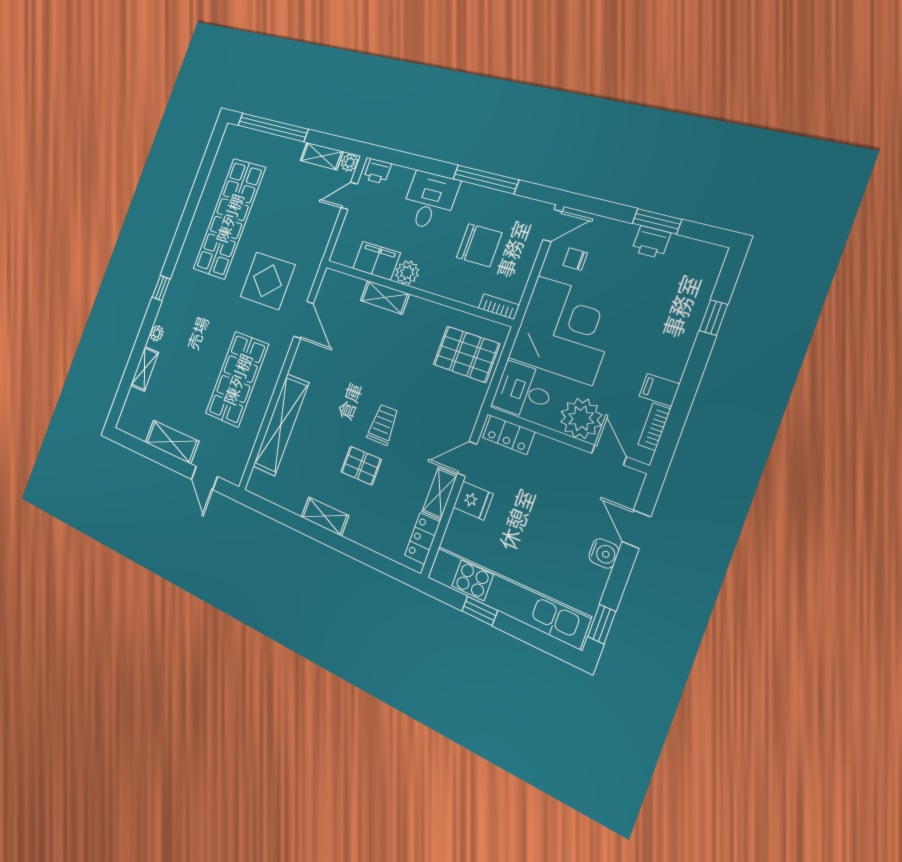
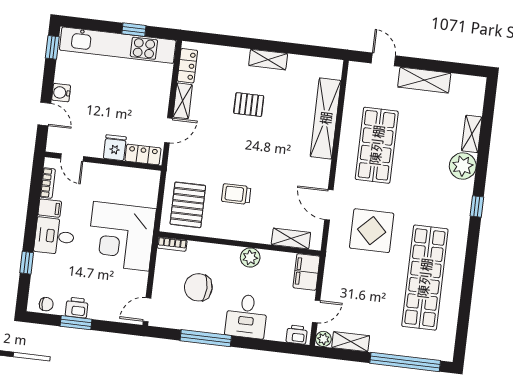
chair: (575, 259) -> (46, 304), moved
filing cabinet: (376, 261) -> (306, 272), moved, turned 90
shelving: (385, 297) -> (291, 239), moved
plant: (157, 333) -> (463, 166), width x1.88, depth x1.88
pallet: (466, 354) -> (188, 205), turned 90
desk: (523, 391) -> (54, 236), moved, turned 180
plant: (581, 418) -> (96, 178), removed
trolley: (383, 425) -> (236, 194), moved, turned 90
fridge: (473, 501) -> (115, 148), moved, turned 90

